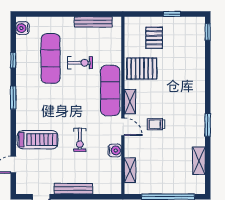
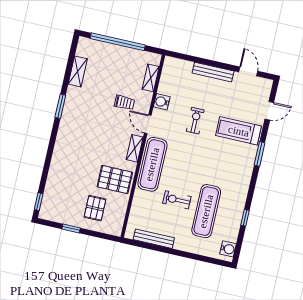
window: (13, 98) -> (260, 154), moved
trolley: (156, 124) -> (124, 102), moved

